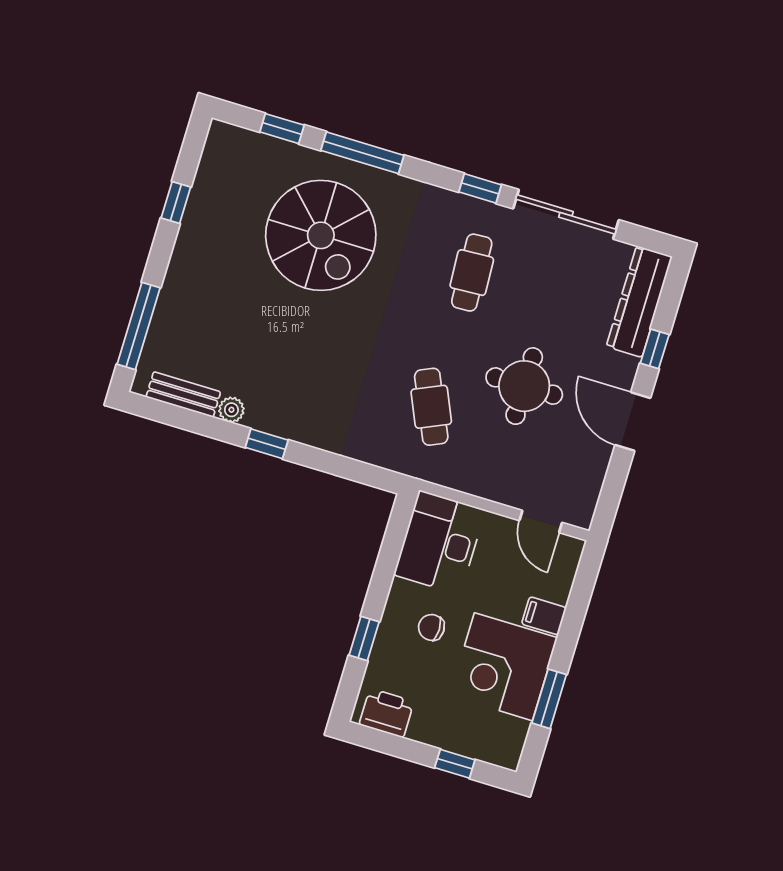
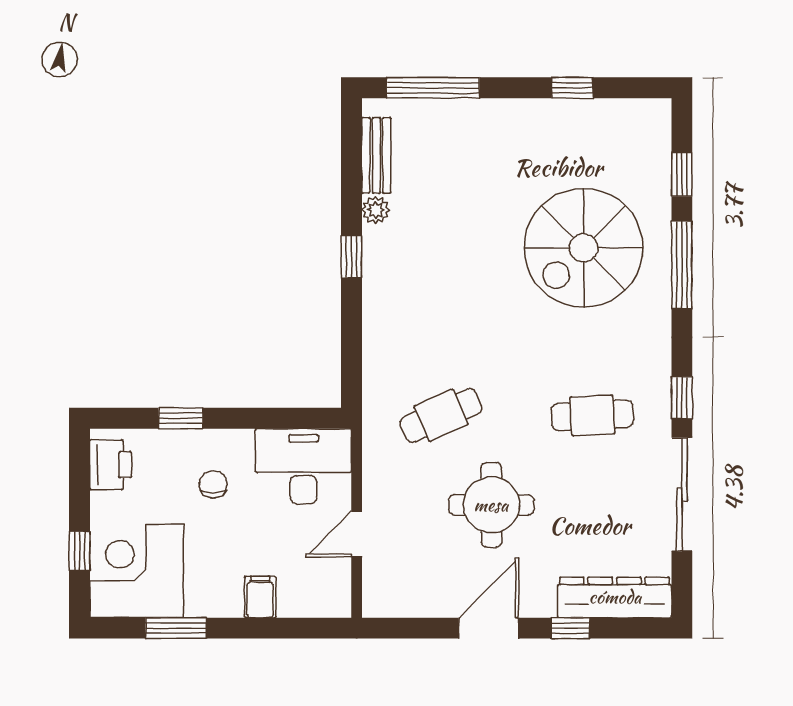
door: (541, 522) -> (357, 534), moved
corner desk: (503, 667) -> (137, 571), moved

